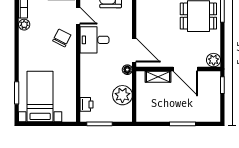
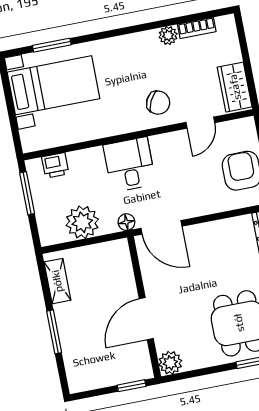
desk: (94, 40) -> (130, 165), moved
door: (134, 50) -> (161, 227), hinge flipped
shelving: (158, 77) -> (57, 281), moved

